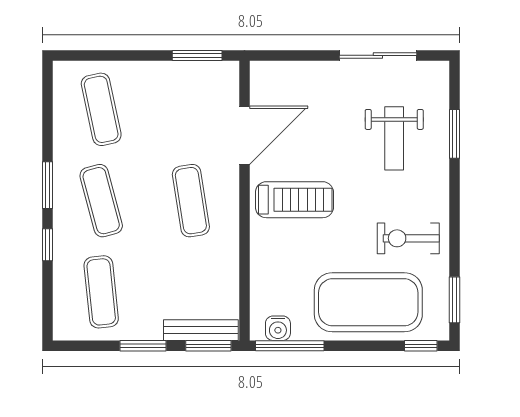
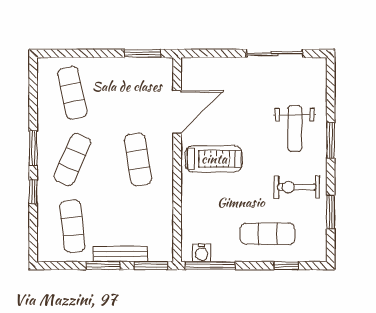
window: (454, 134) -> (331, 140), moved
weight bench: (394, 138) -> (295, 129), moved
exercise mat: (101, 201) -> (72, 160), turned 39
window: (454, 300) -> (331, 212), moved
exercise mat: (368, 302) -> (268, 234), width x0.50, depth x0.69
bench: (201, 330) -> (121, 254), moved
window: (421, 346) -> (286, 266), moved

